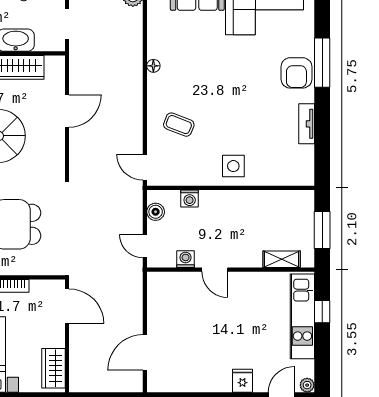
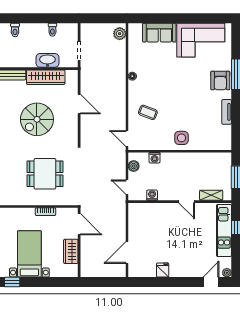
door: (67, 111) -> (79, 104), hinge flipped
door: (215, 270) -> (187, 202), moved
wardrobe: (54, 368) -> (71, 251), moved
fridge: (242, 381) -> (163, 270), moved

